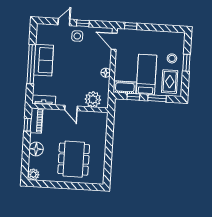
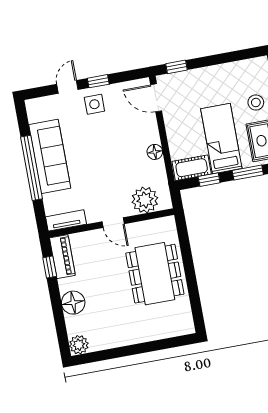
sofa: (44, 60) -> (50, 156), width x1.36
dining table: (74, 159) -> (155, 274), moved

